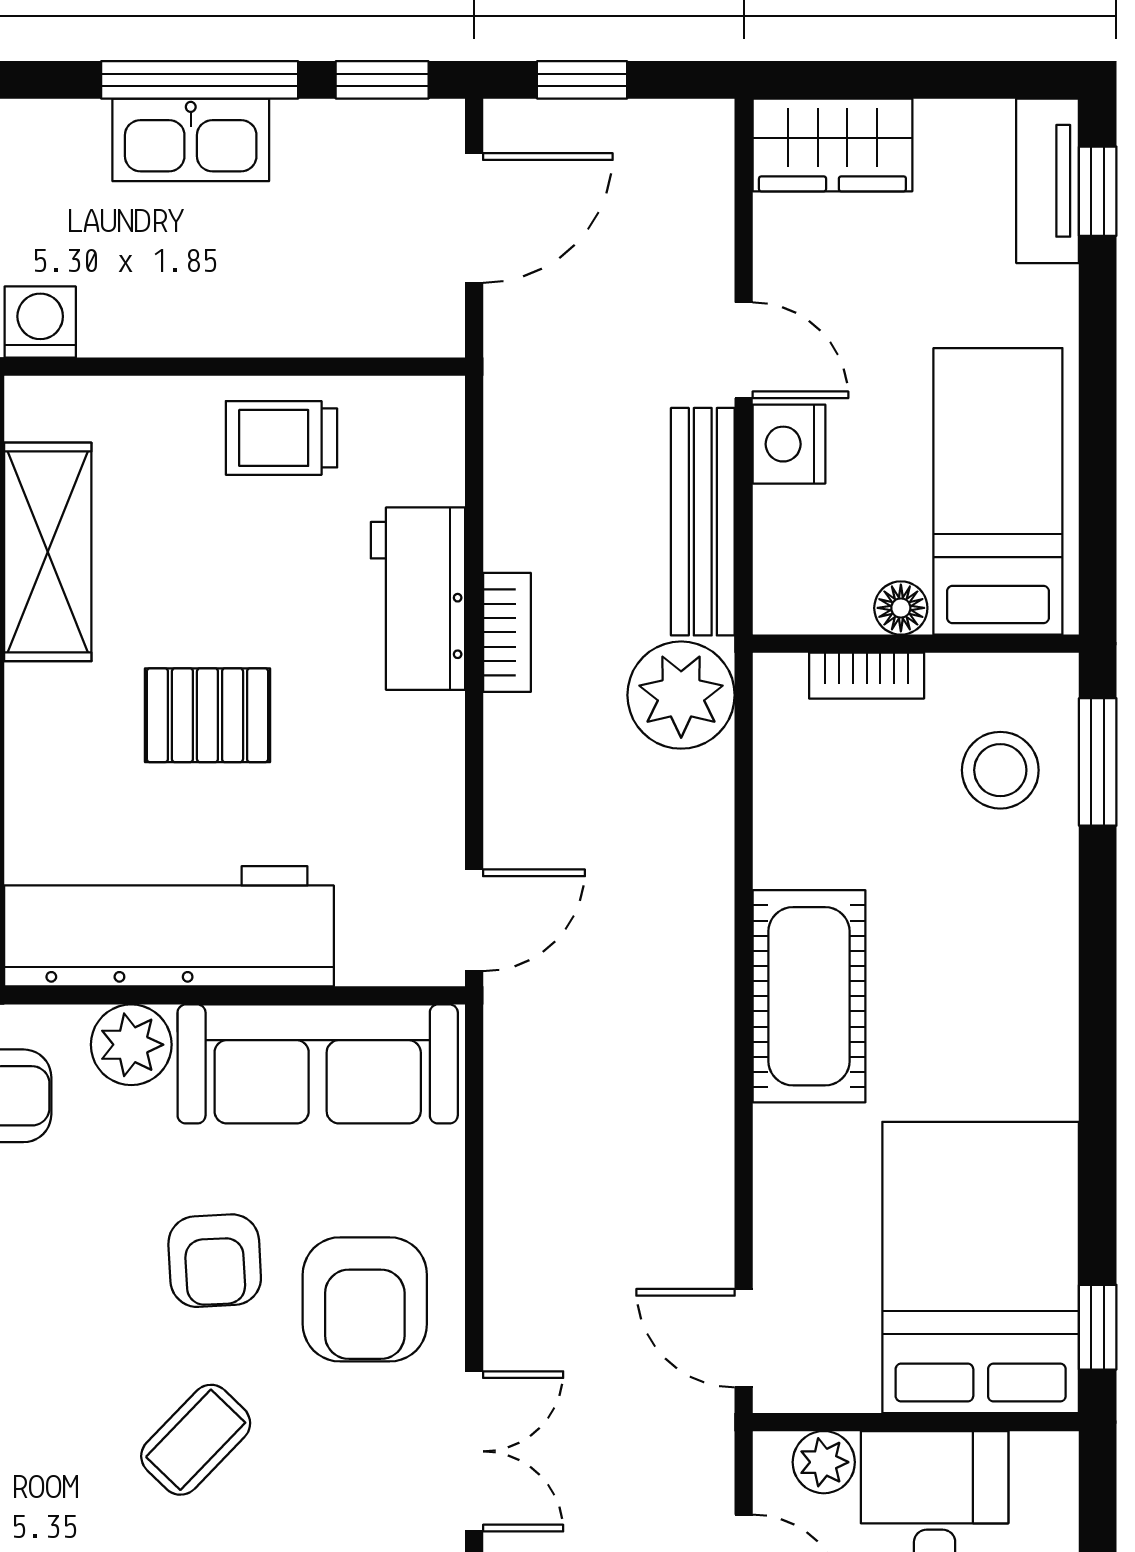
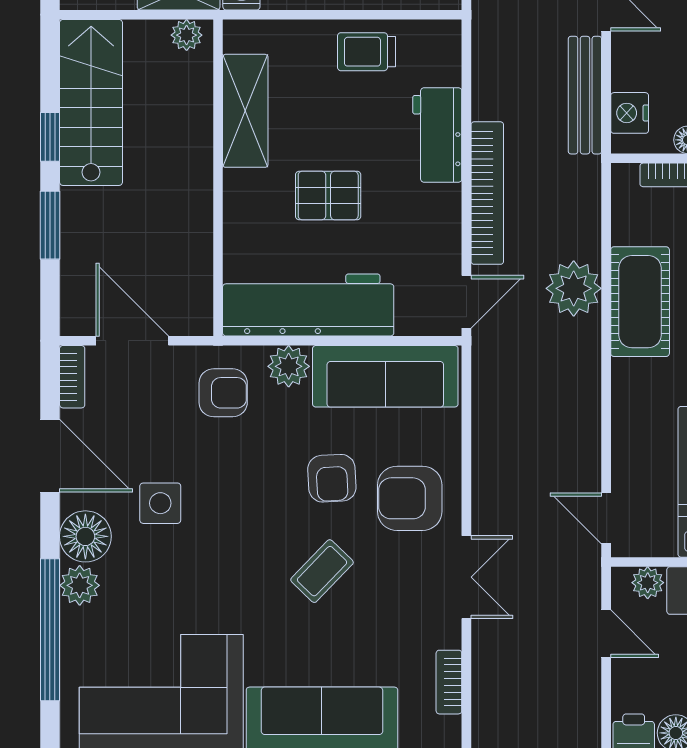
nightstand: (789, 444) -> (630, 113), moved
bookcase: (507, 632) -> (487, 193), width x2.31, depth x1.31
plant: (681, 695) -> (574, 288), moved
cot: (809, 996) -> (640, 302), moved
armchair: (365, 1299) -> (410, 498), turned 90

